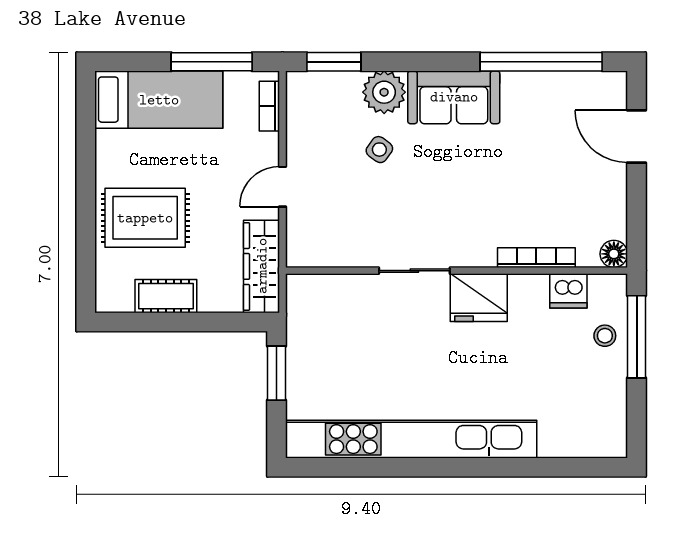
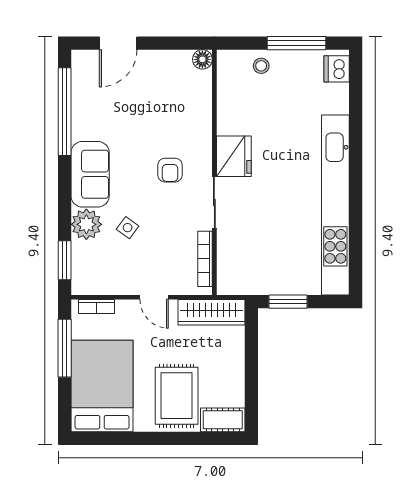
bed: (159, 100) -> (102, 386), width x1.50
armchair: (460, 209) -> (170, 170), added
bookcase: (536, 258) -> (205, 259), moved
dishwasher: (568, 291) -> (337, 69), moved, turned 180
cot: (166, 296) -> (223, 420), moved, turned 90
window: (637, 337) -> (297, 43), moved

